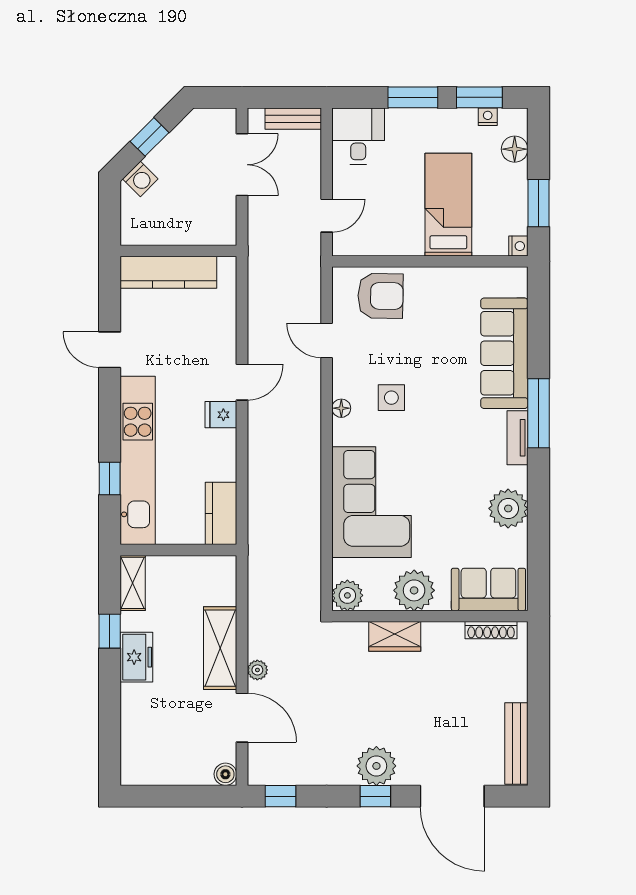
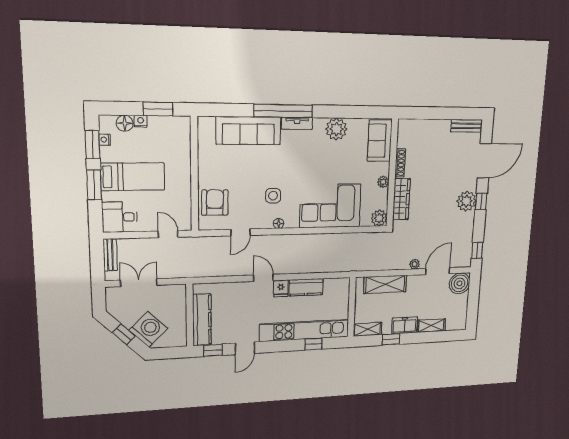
washing machine: (140, 179) -> (148, 329), width x1.89, depth x1.89
bed: (448, 205) -> (133, 177), moved, turned 180
nightstand: (518, 246) -> (141, 121), moved
window: (110, 292) -> (213, 350), added
window: (538, 413) -> (283, 111), width x1.46
kitchen counter: (221, 513) -> (306, 287), moved
plant: (414, 590) -> (383, 182), width x0.53, depth x0.53
shoe rack: (491, 630) -> (400, 163), moved
wardrobe: (395, 636) -> (401, 199), width x1.50
shelving: (220, 648) -> (385, 284), moved
shelving: (133, 712) -> (431, 326), added
bench: (516, 744) -> (466, 126), width x0.73
boiler: (225, 774) -> (459, 283), width x1.86, depth x1.86

